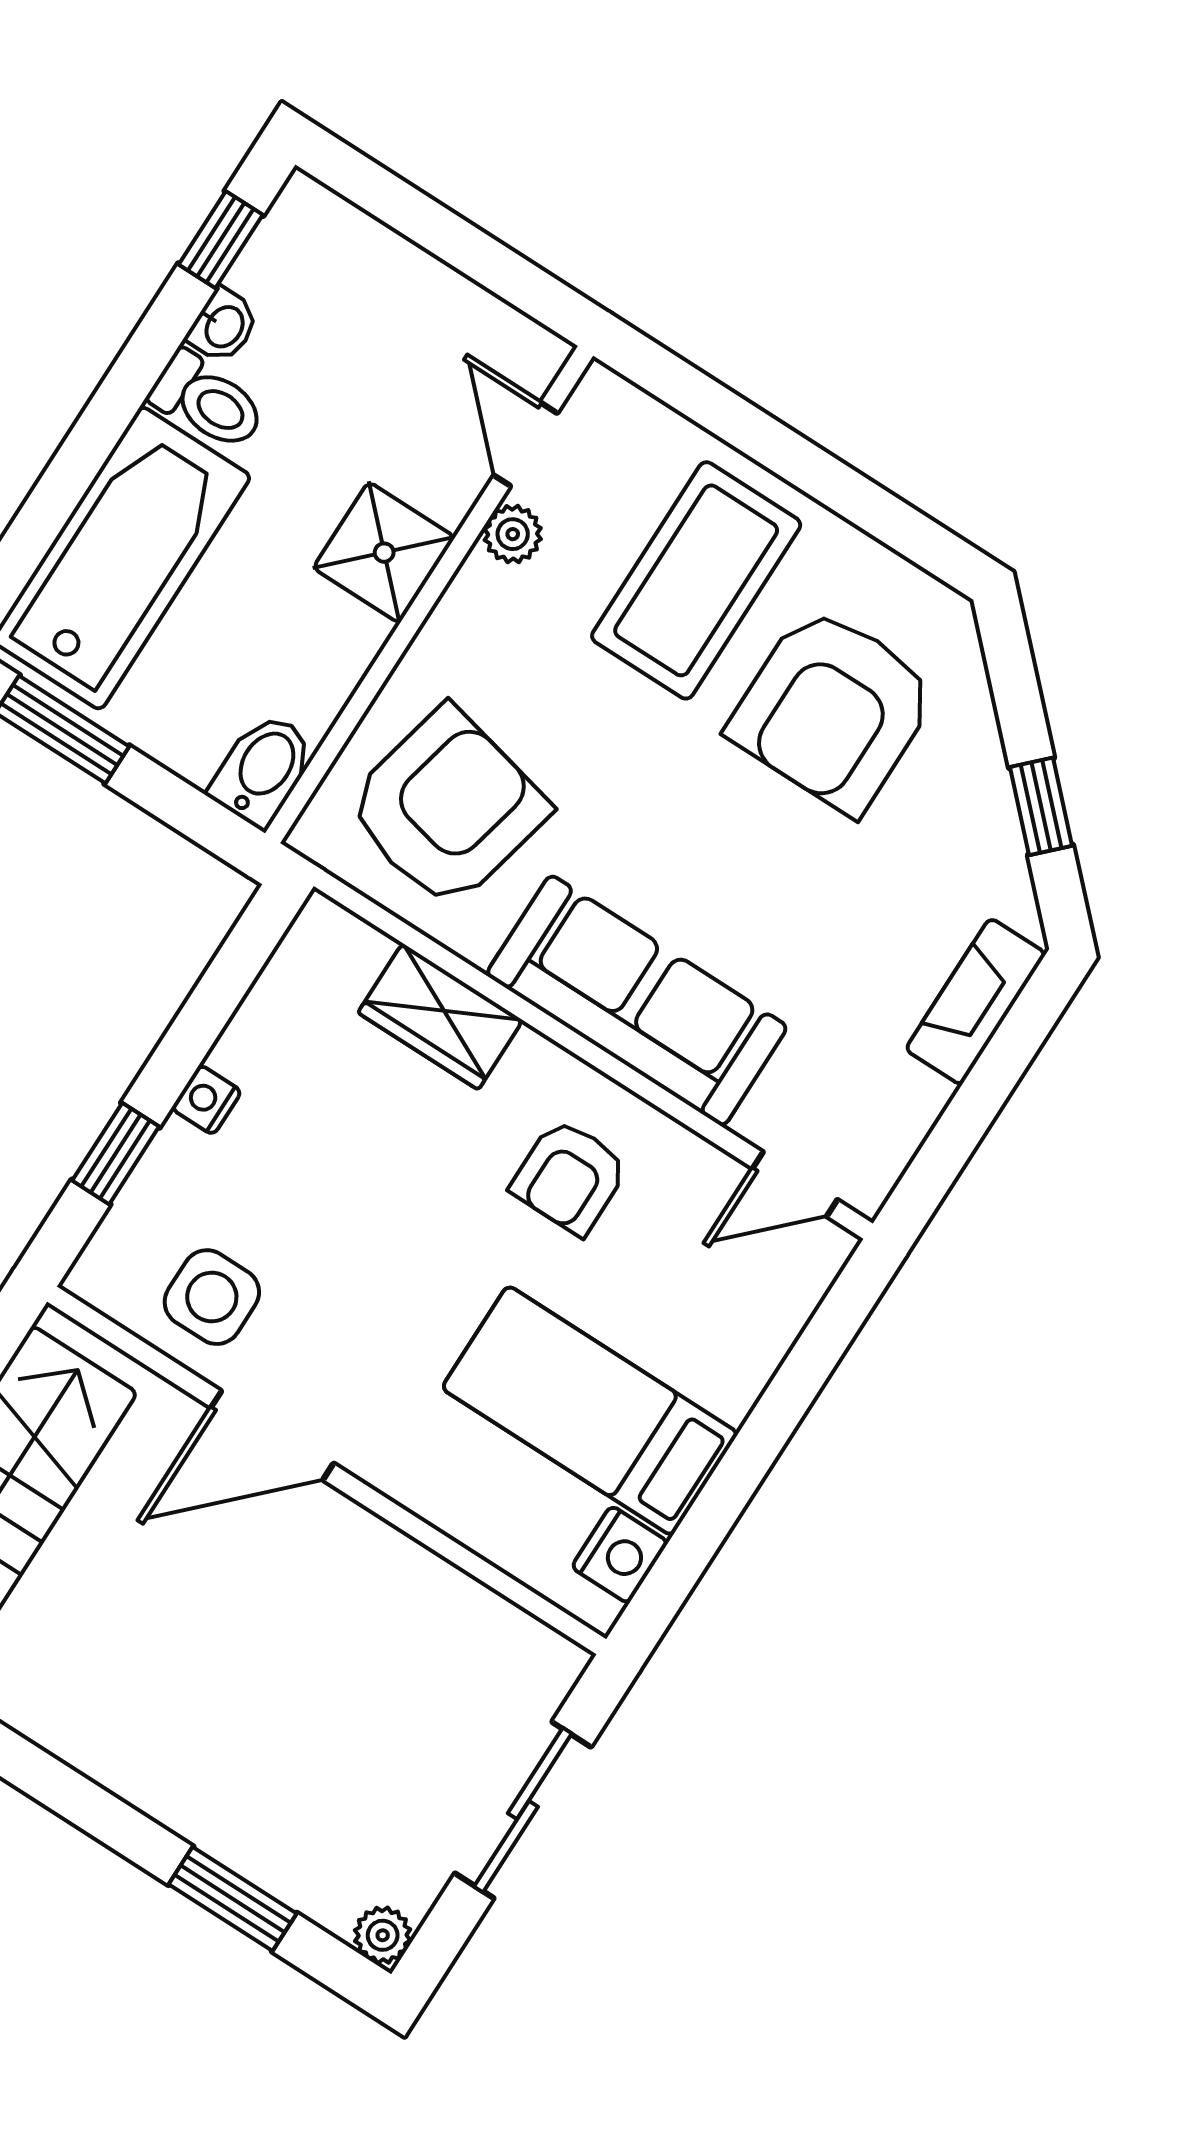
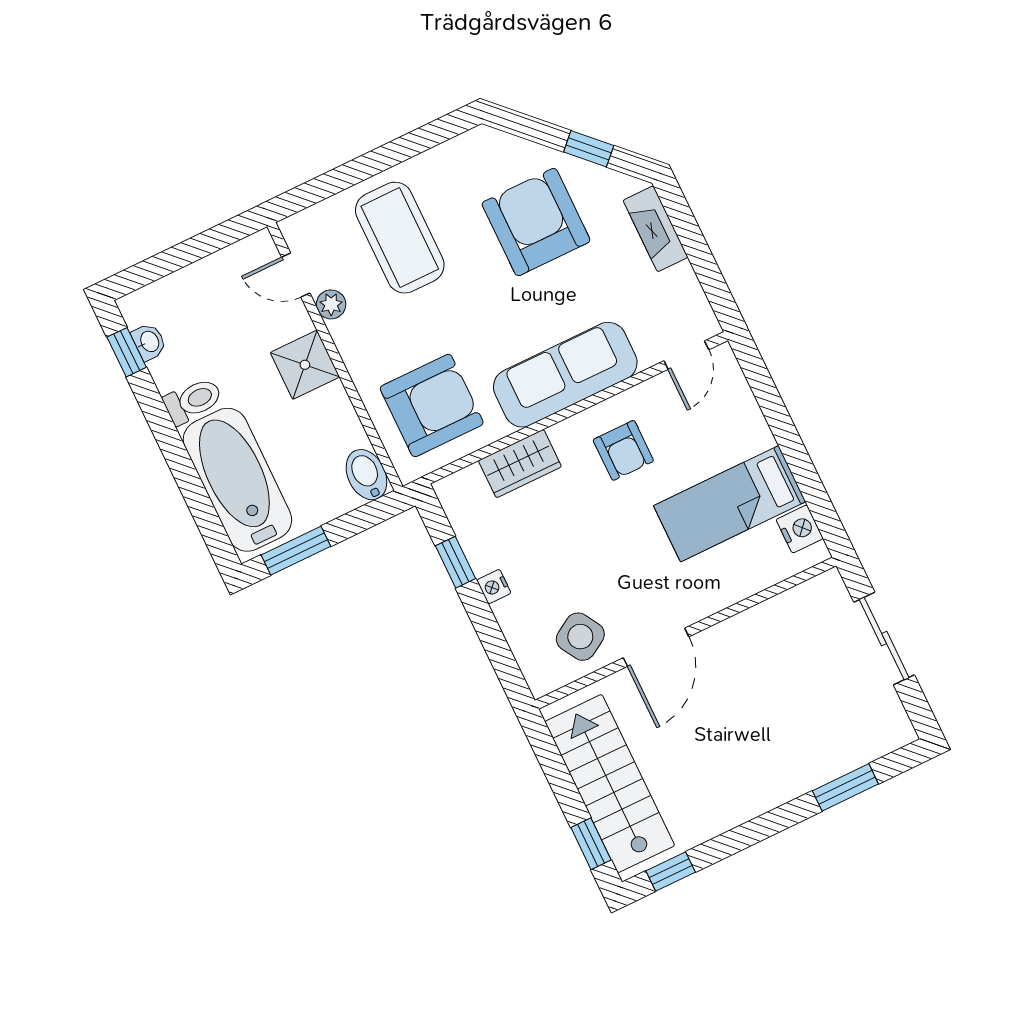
washbasin: (223, 326) -> (149, 342), moved
armchair: (833, 710) -> (536, 222), moved, turned 180
armchair: (447, 808) -> (432, 405), turned 77
window: (116, 1154) -> (455, 562), moved
side table: (212, 1297) -> (580, 637), turned -31
plant: (383, 1935) -> (901, 732), removed

